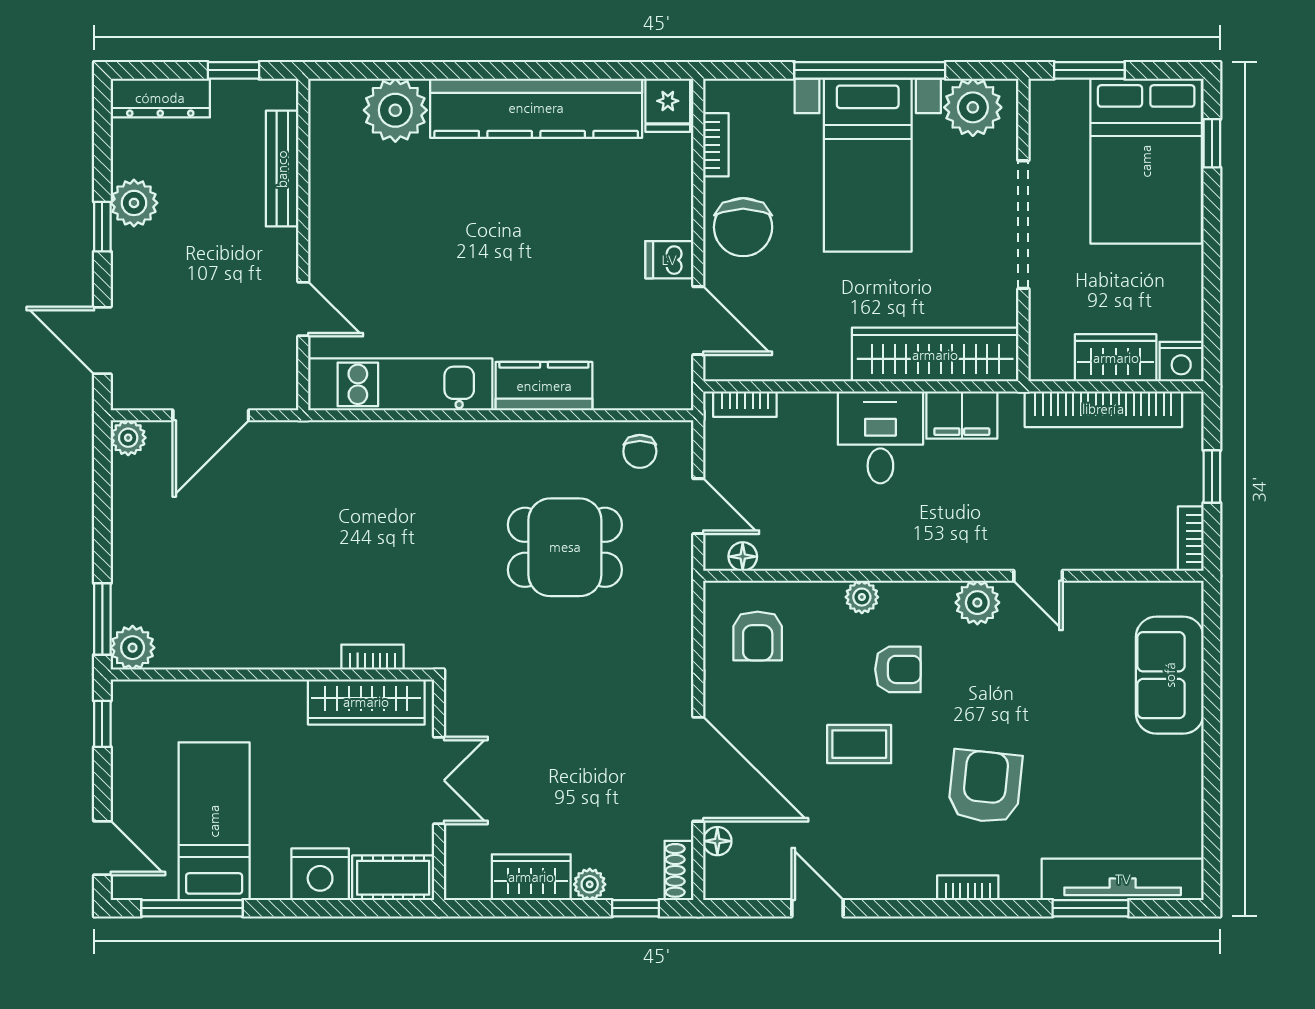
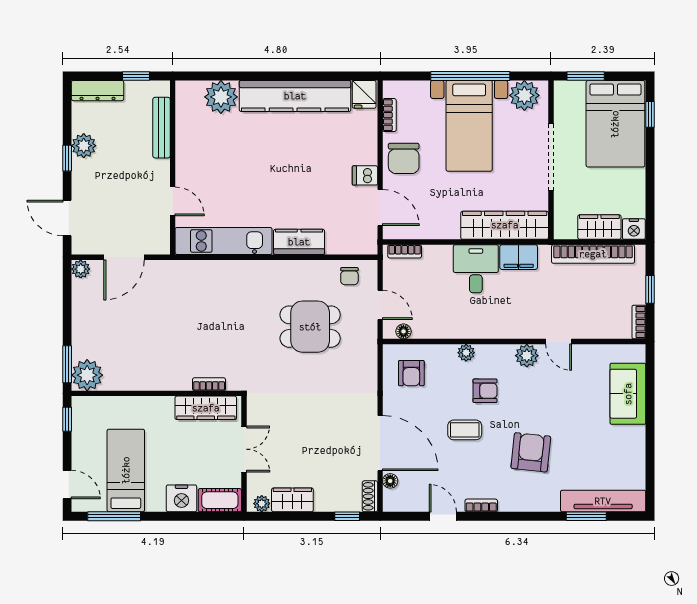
plant: (133, 648) -> (87, 375), width x1.36, depth x1.36
plant: (590, 884) -> (262, 504), moved
bookcase: (968, 888) -> (481, 505), moved

